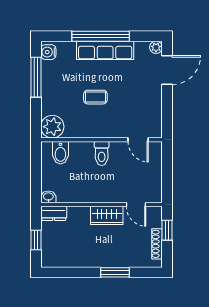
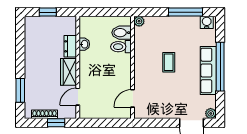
plant: (52, 127) -> (139, 21), width x0.53, depth x0.53
toilet: (102, 153) -> (121, 47), moved
washbasin: (48, 197) -> (84, 44), moved
dresser: (54, 213) -> (70, 46), moved
window: (115, 272) -> (20, 90), moved

